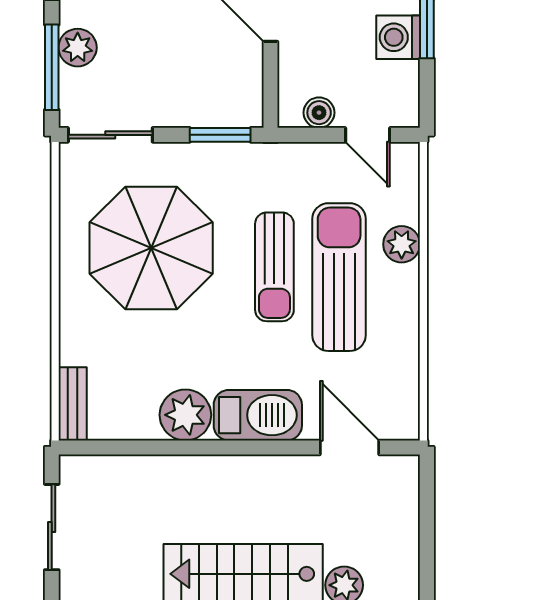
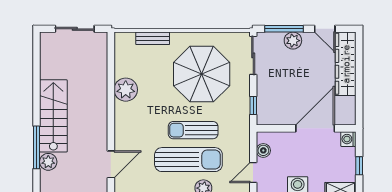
window: (220, 135) -> (253, 105), width x0.67
bench: (73, 404) -> (153, 38), moved
barbecue: (258, 415) -> (126, 123), removed

